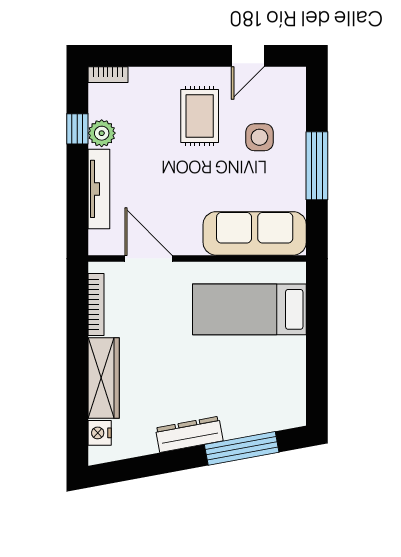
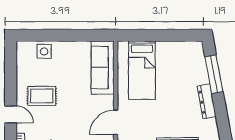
door: (248, 56) -> (11, 114), moved
side table: (259, 137) -> (44, 51), moved
window: (317, 166) -> (68, 35), removed

